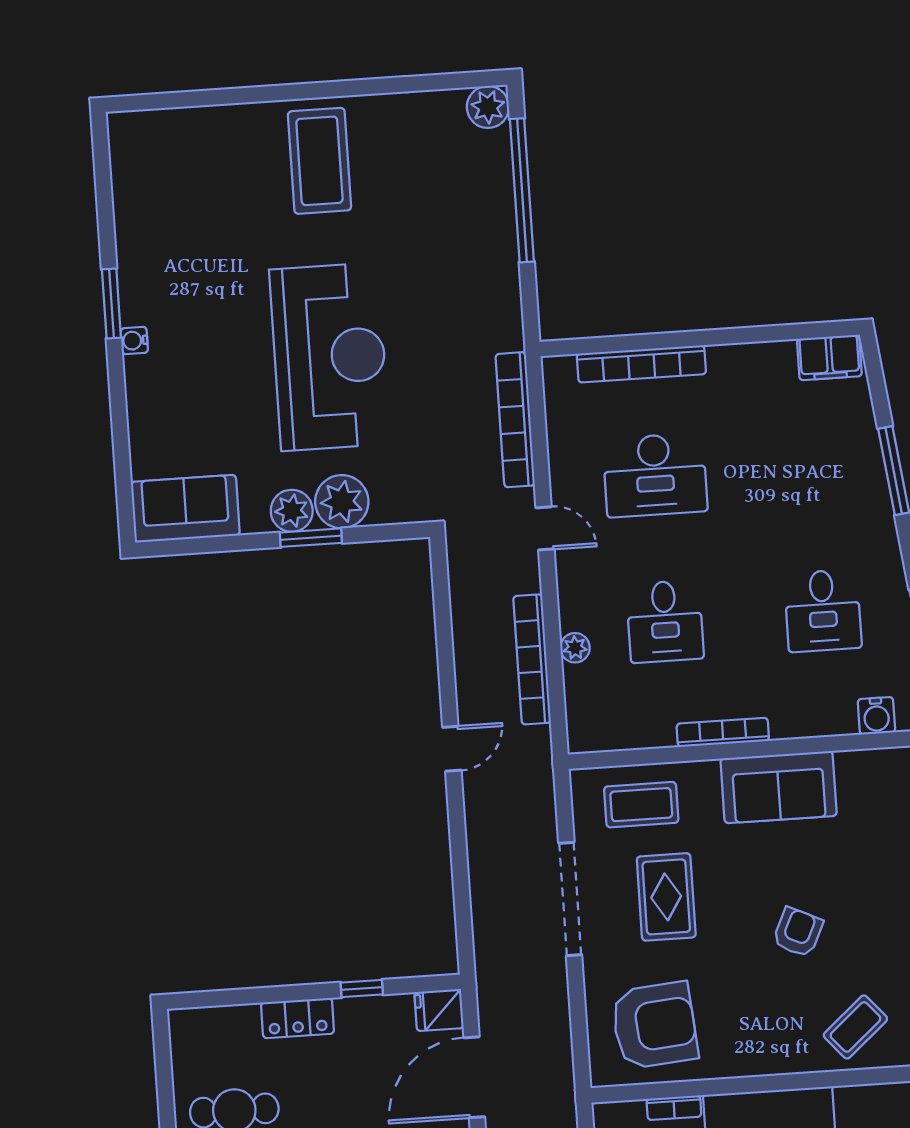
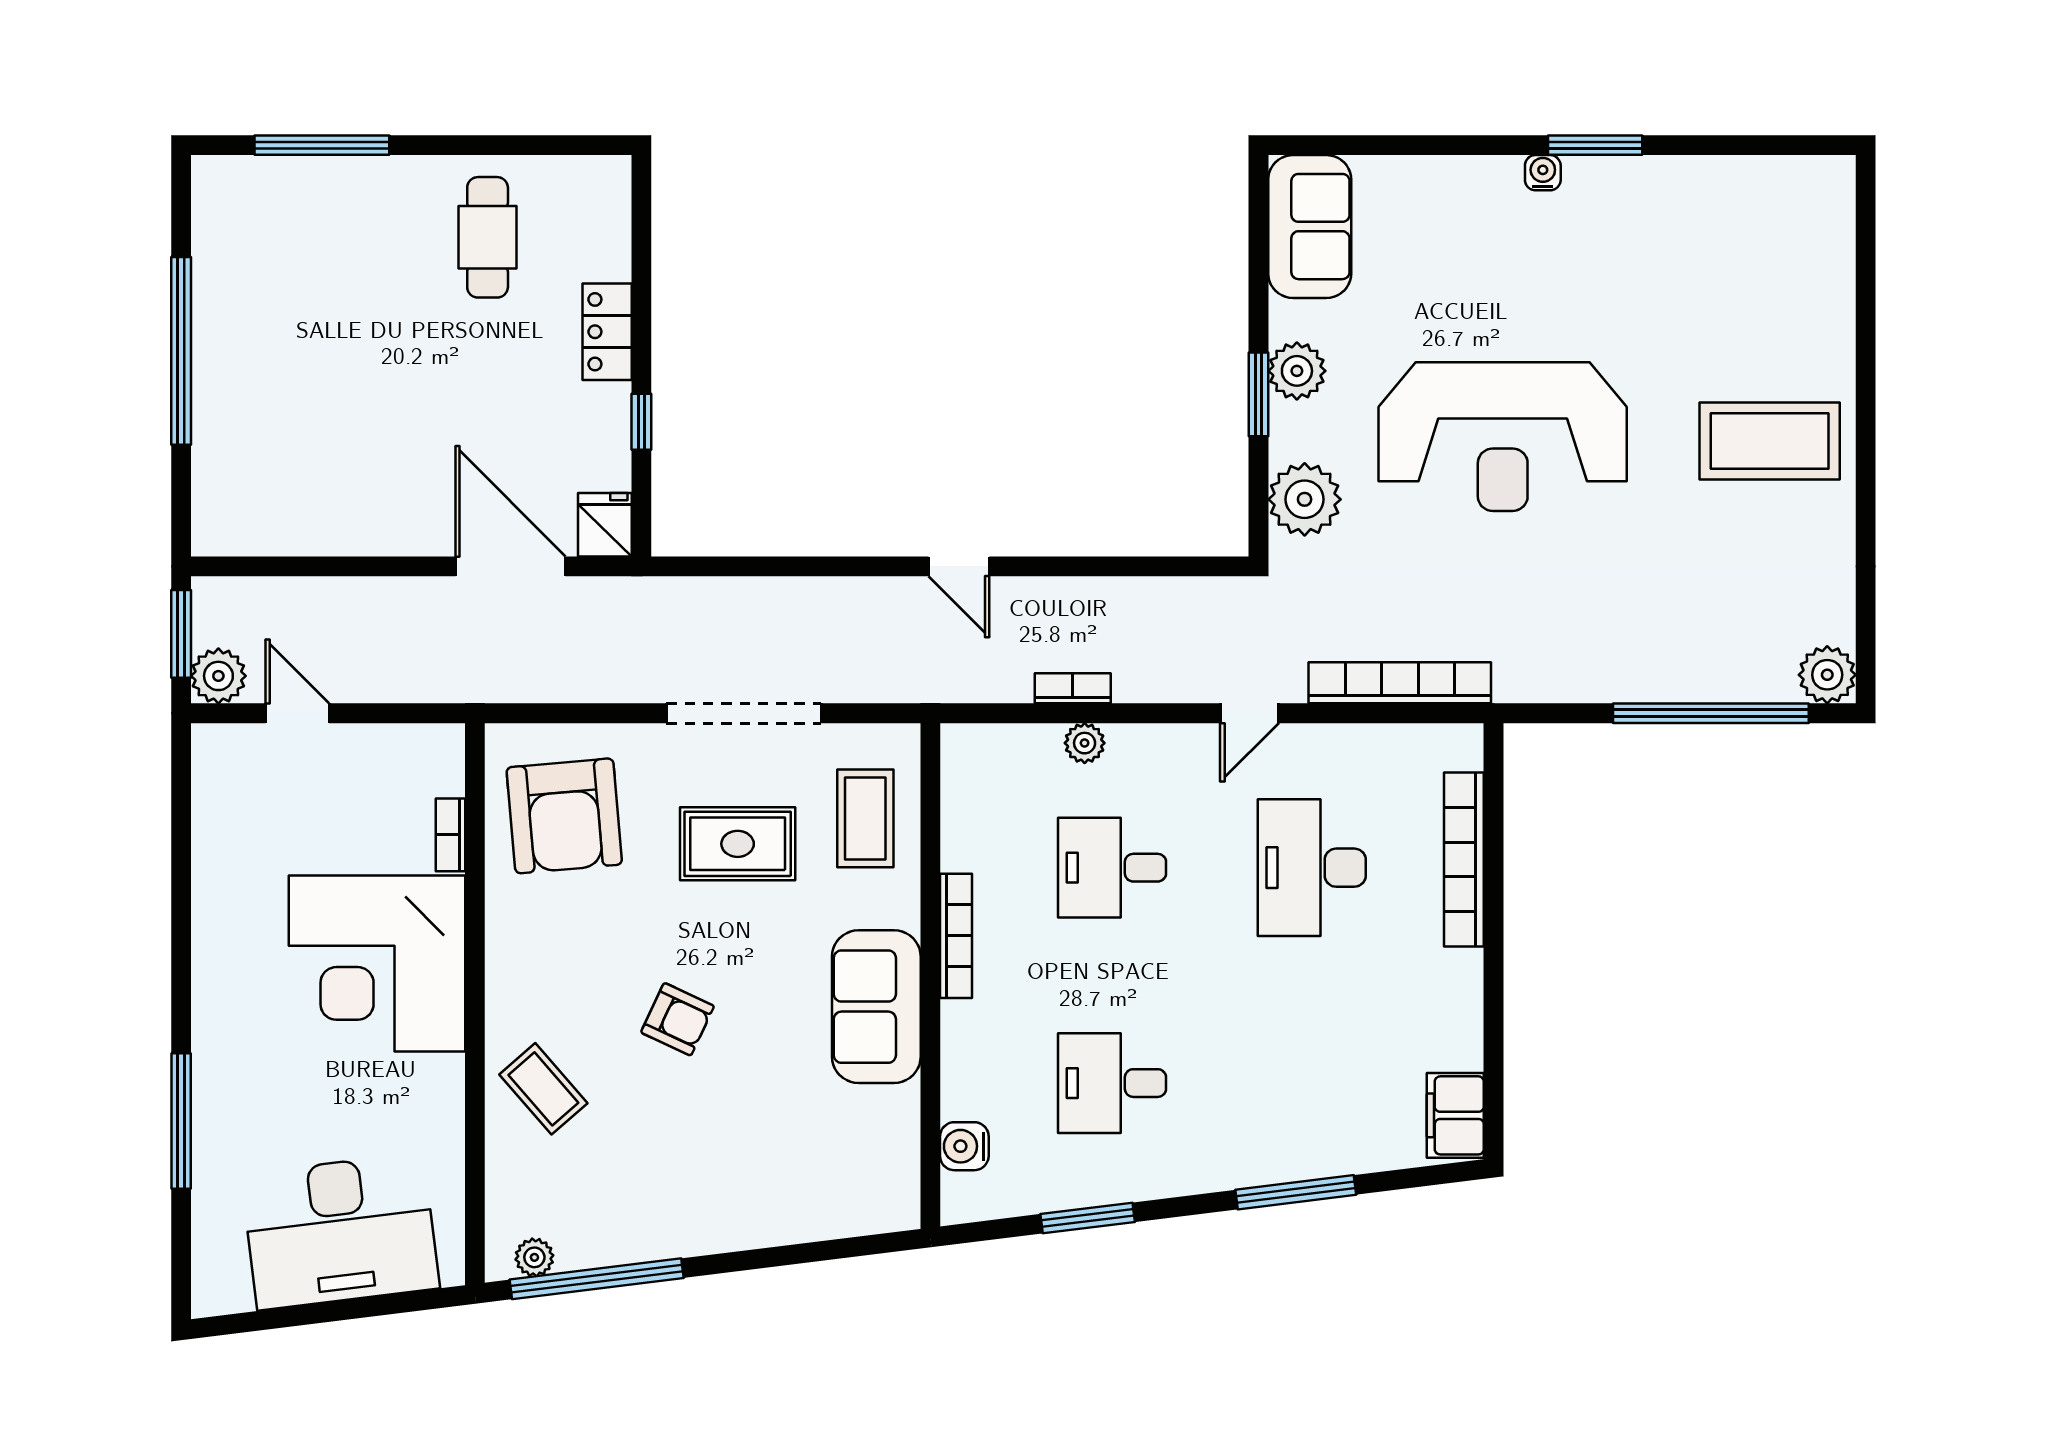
plant: (342, 502) -> (1305, 499), moved
bookcase: (532, 659) -> (1073, 688), width x0.43, depth x0.76

